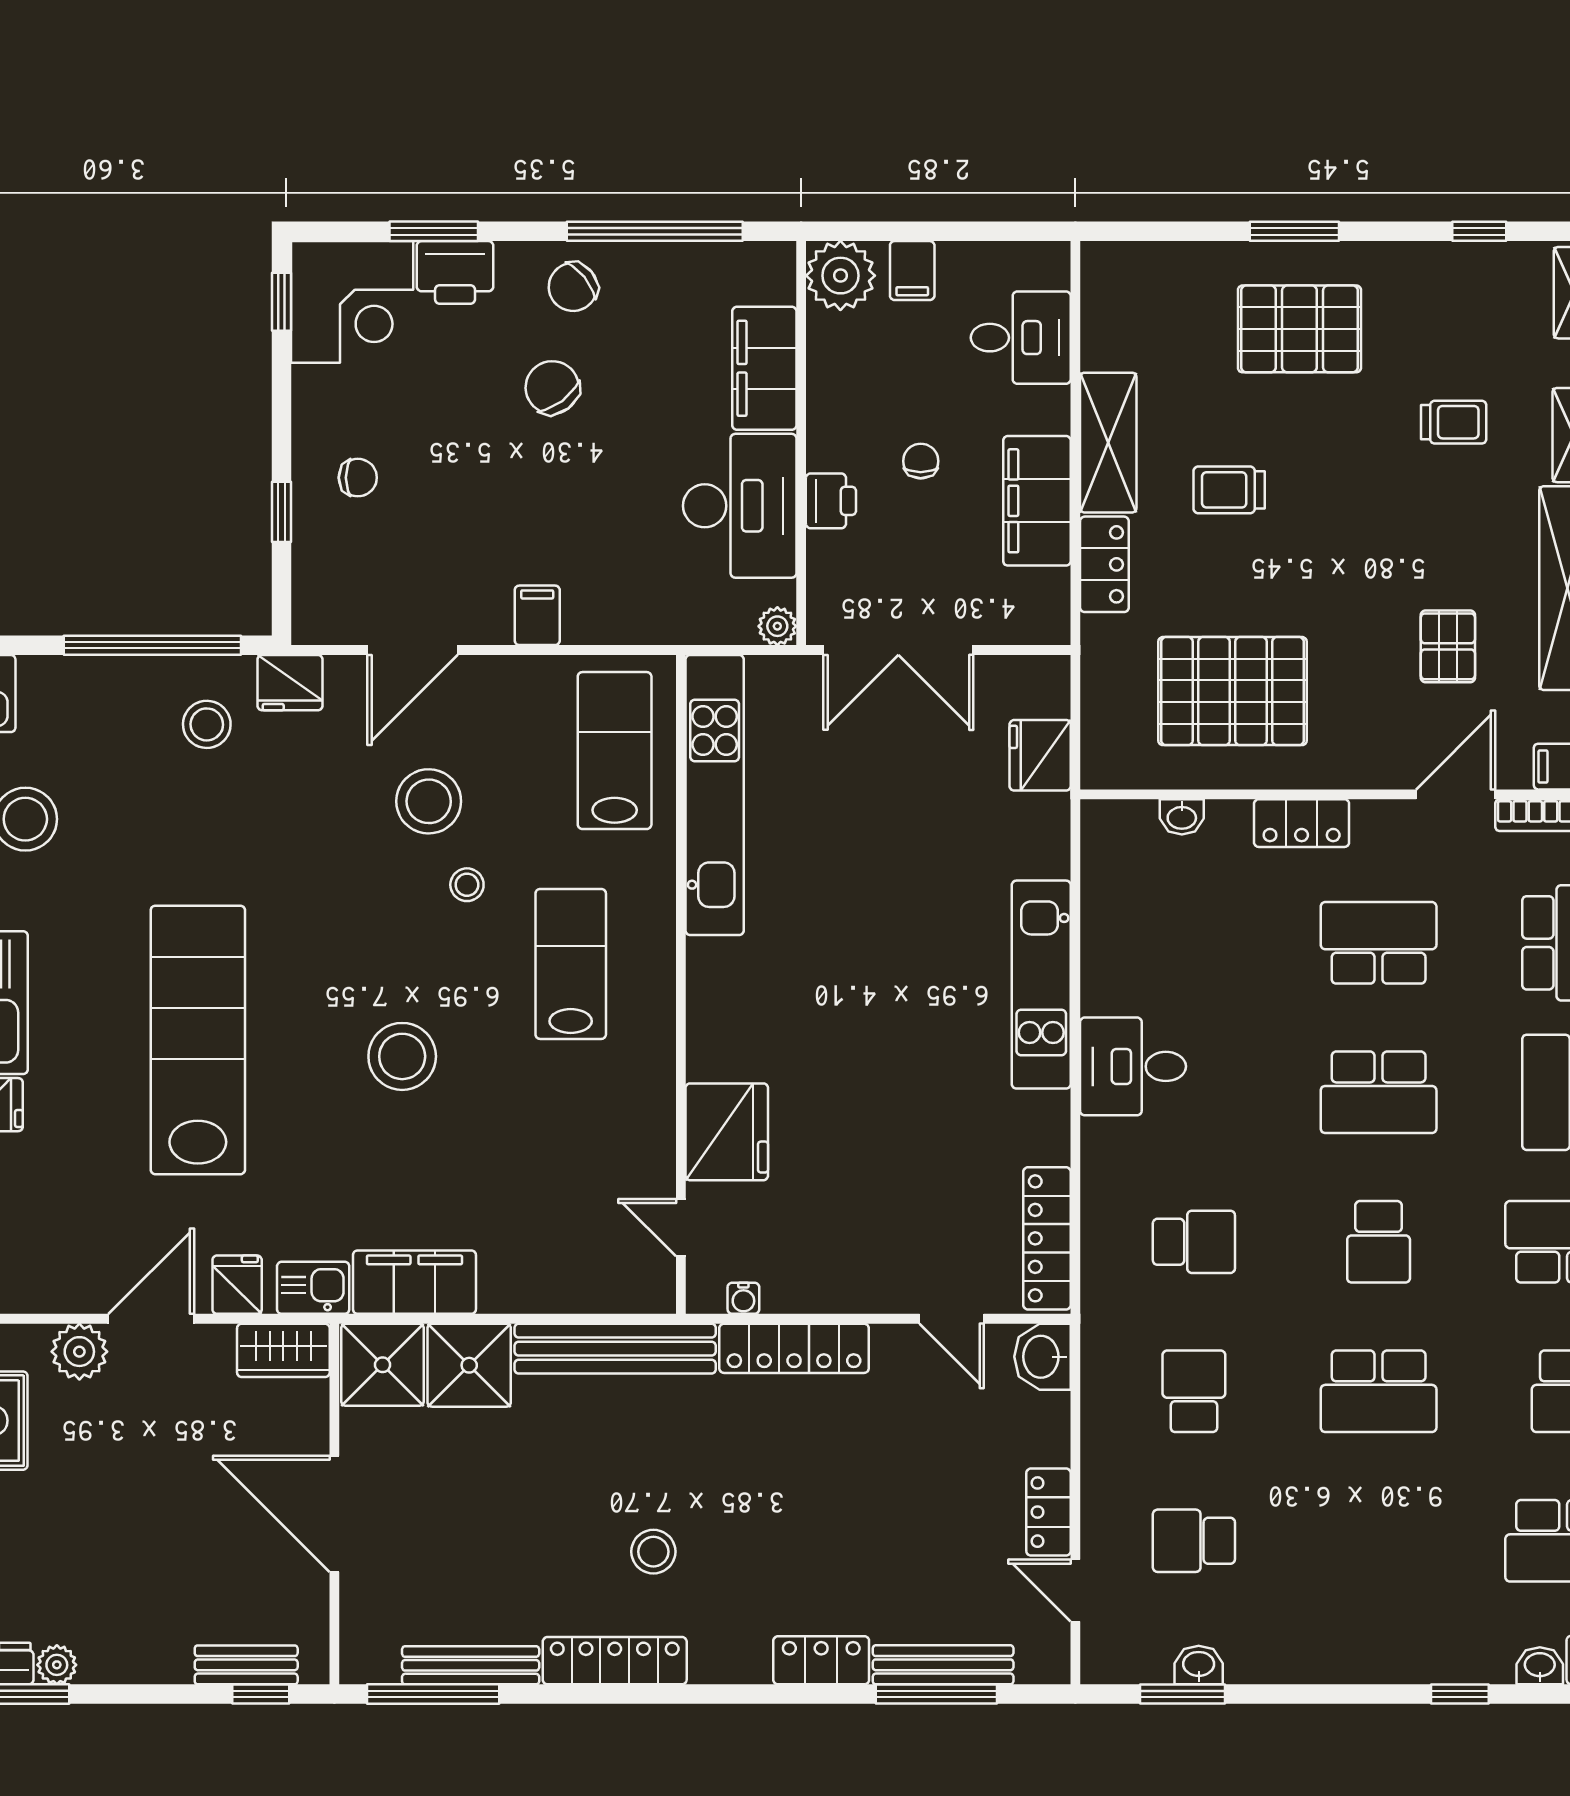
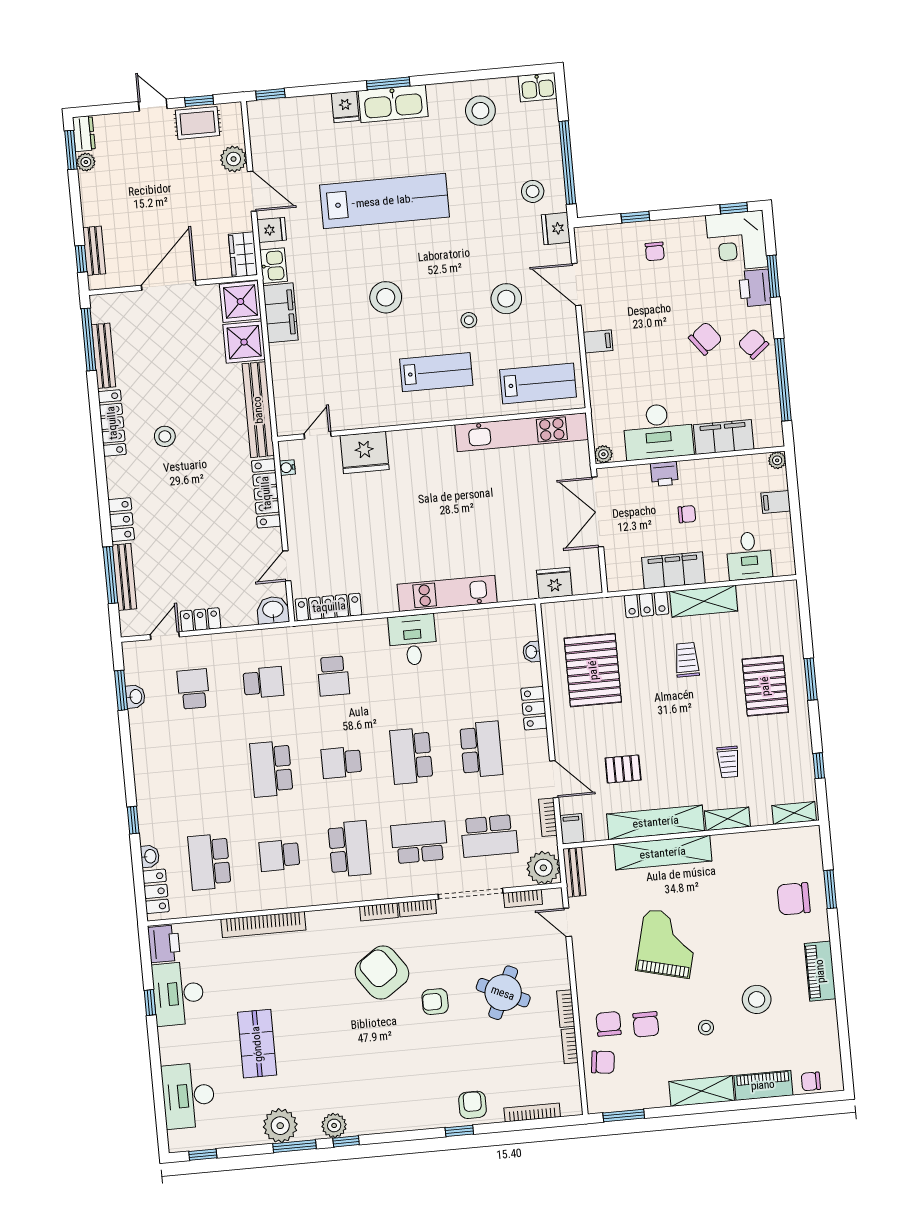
plant: (840, 276) -> (777, 460), width x0.53, depth x0.53

